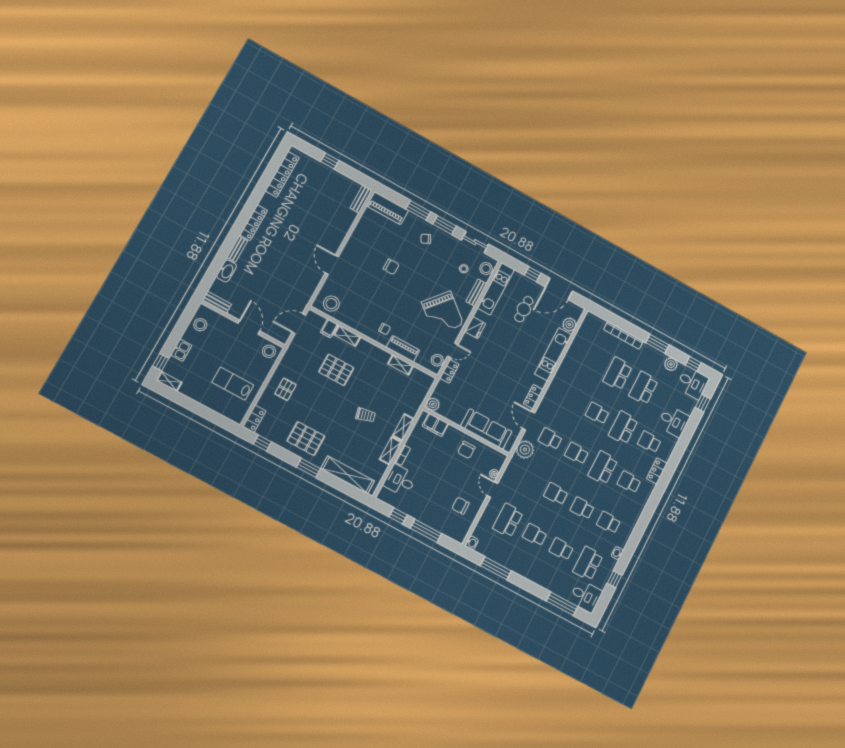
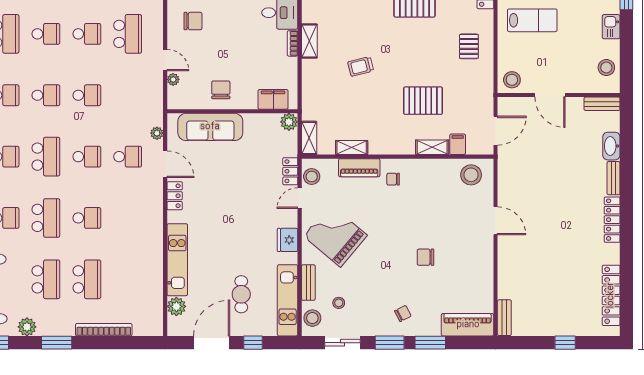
shelving: (403, 427) -> (309, 138), moved
plant: (525, 450) -> (157, 133), width x0.53, depth x0.53

